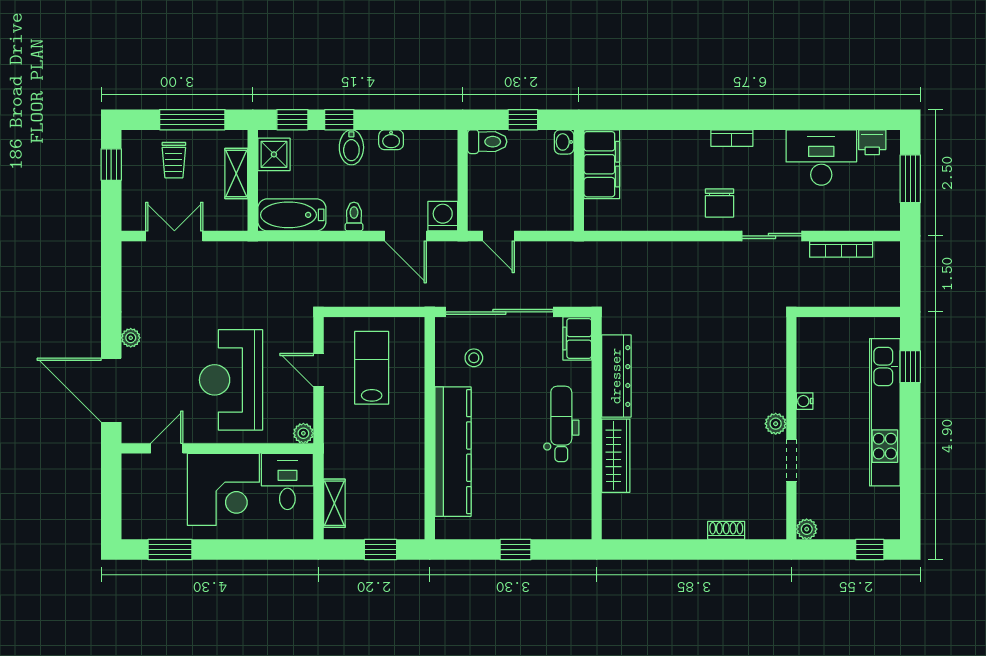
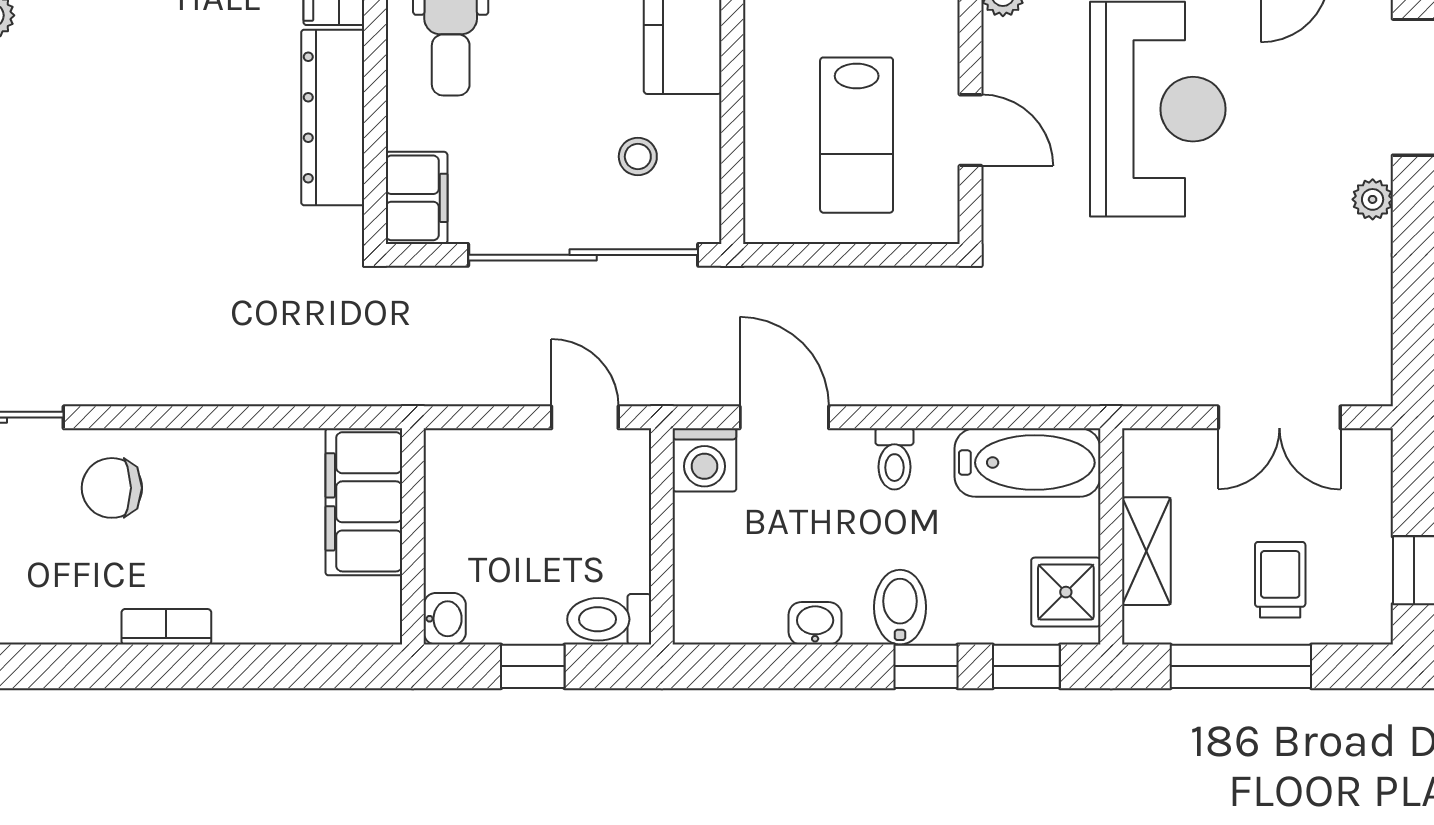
bookcase: (732, 138) -> (166, 627), moved
filing cabinet: (602, 164) -> (364, 502), moved
chair: (719, 203) -> (112, 488), turned -90

